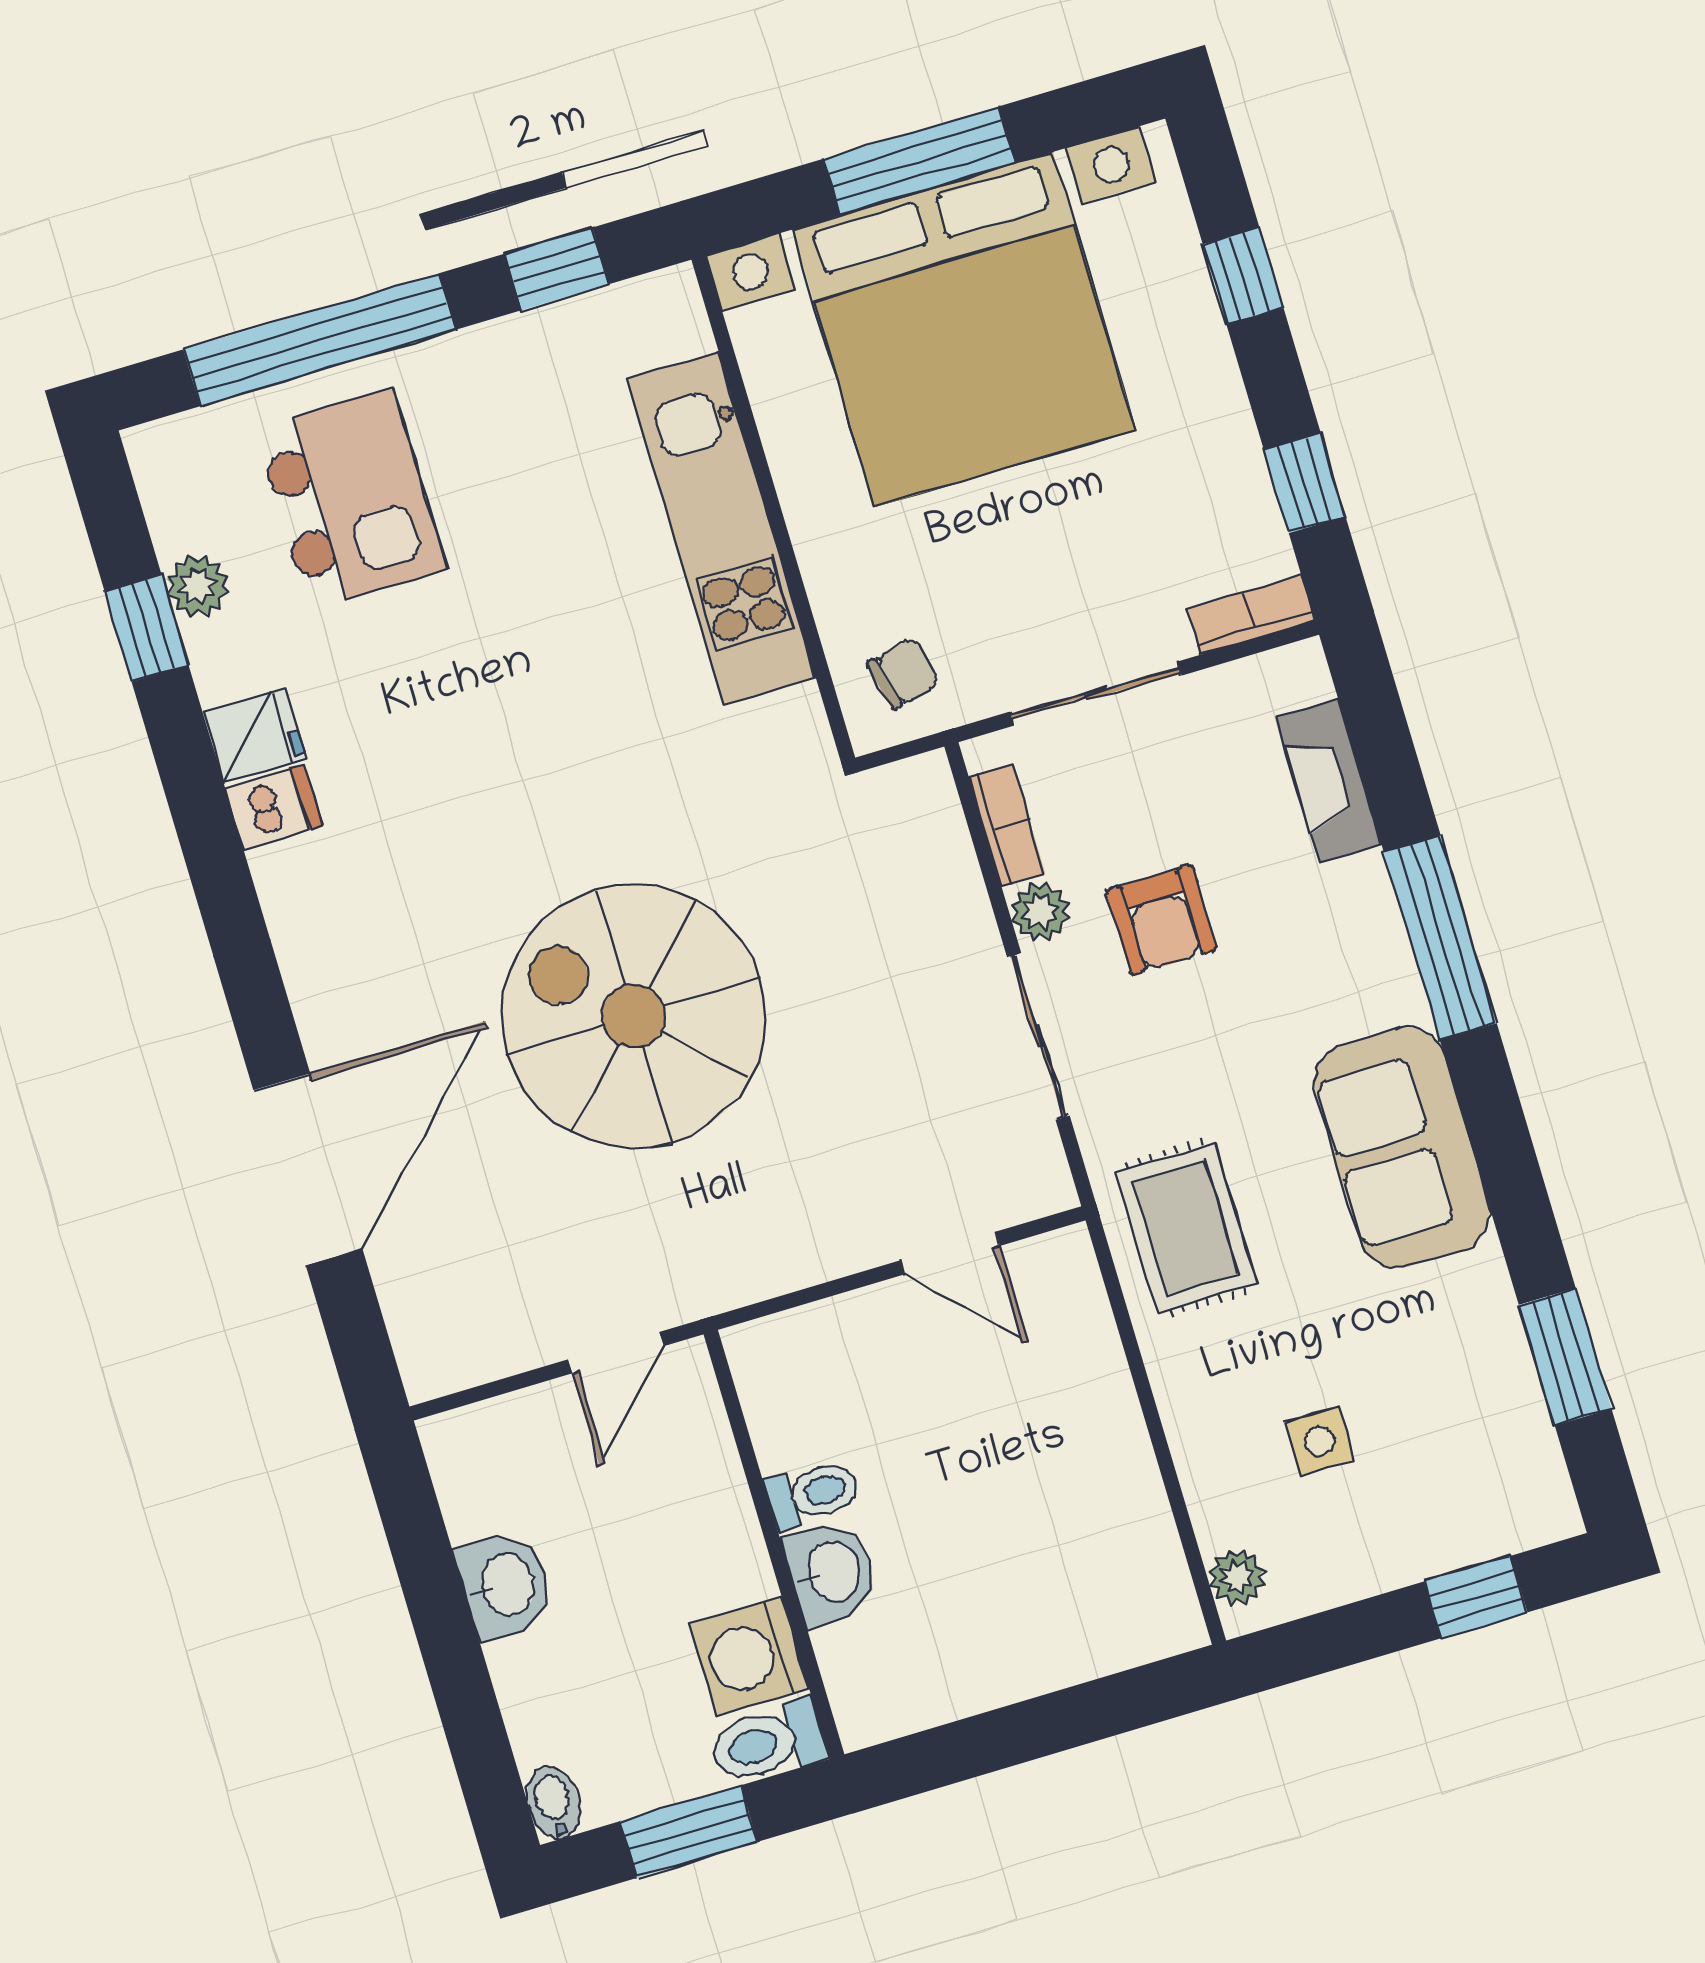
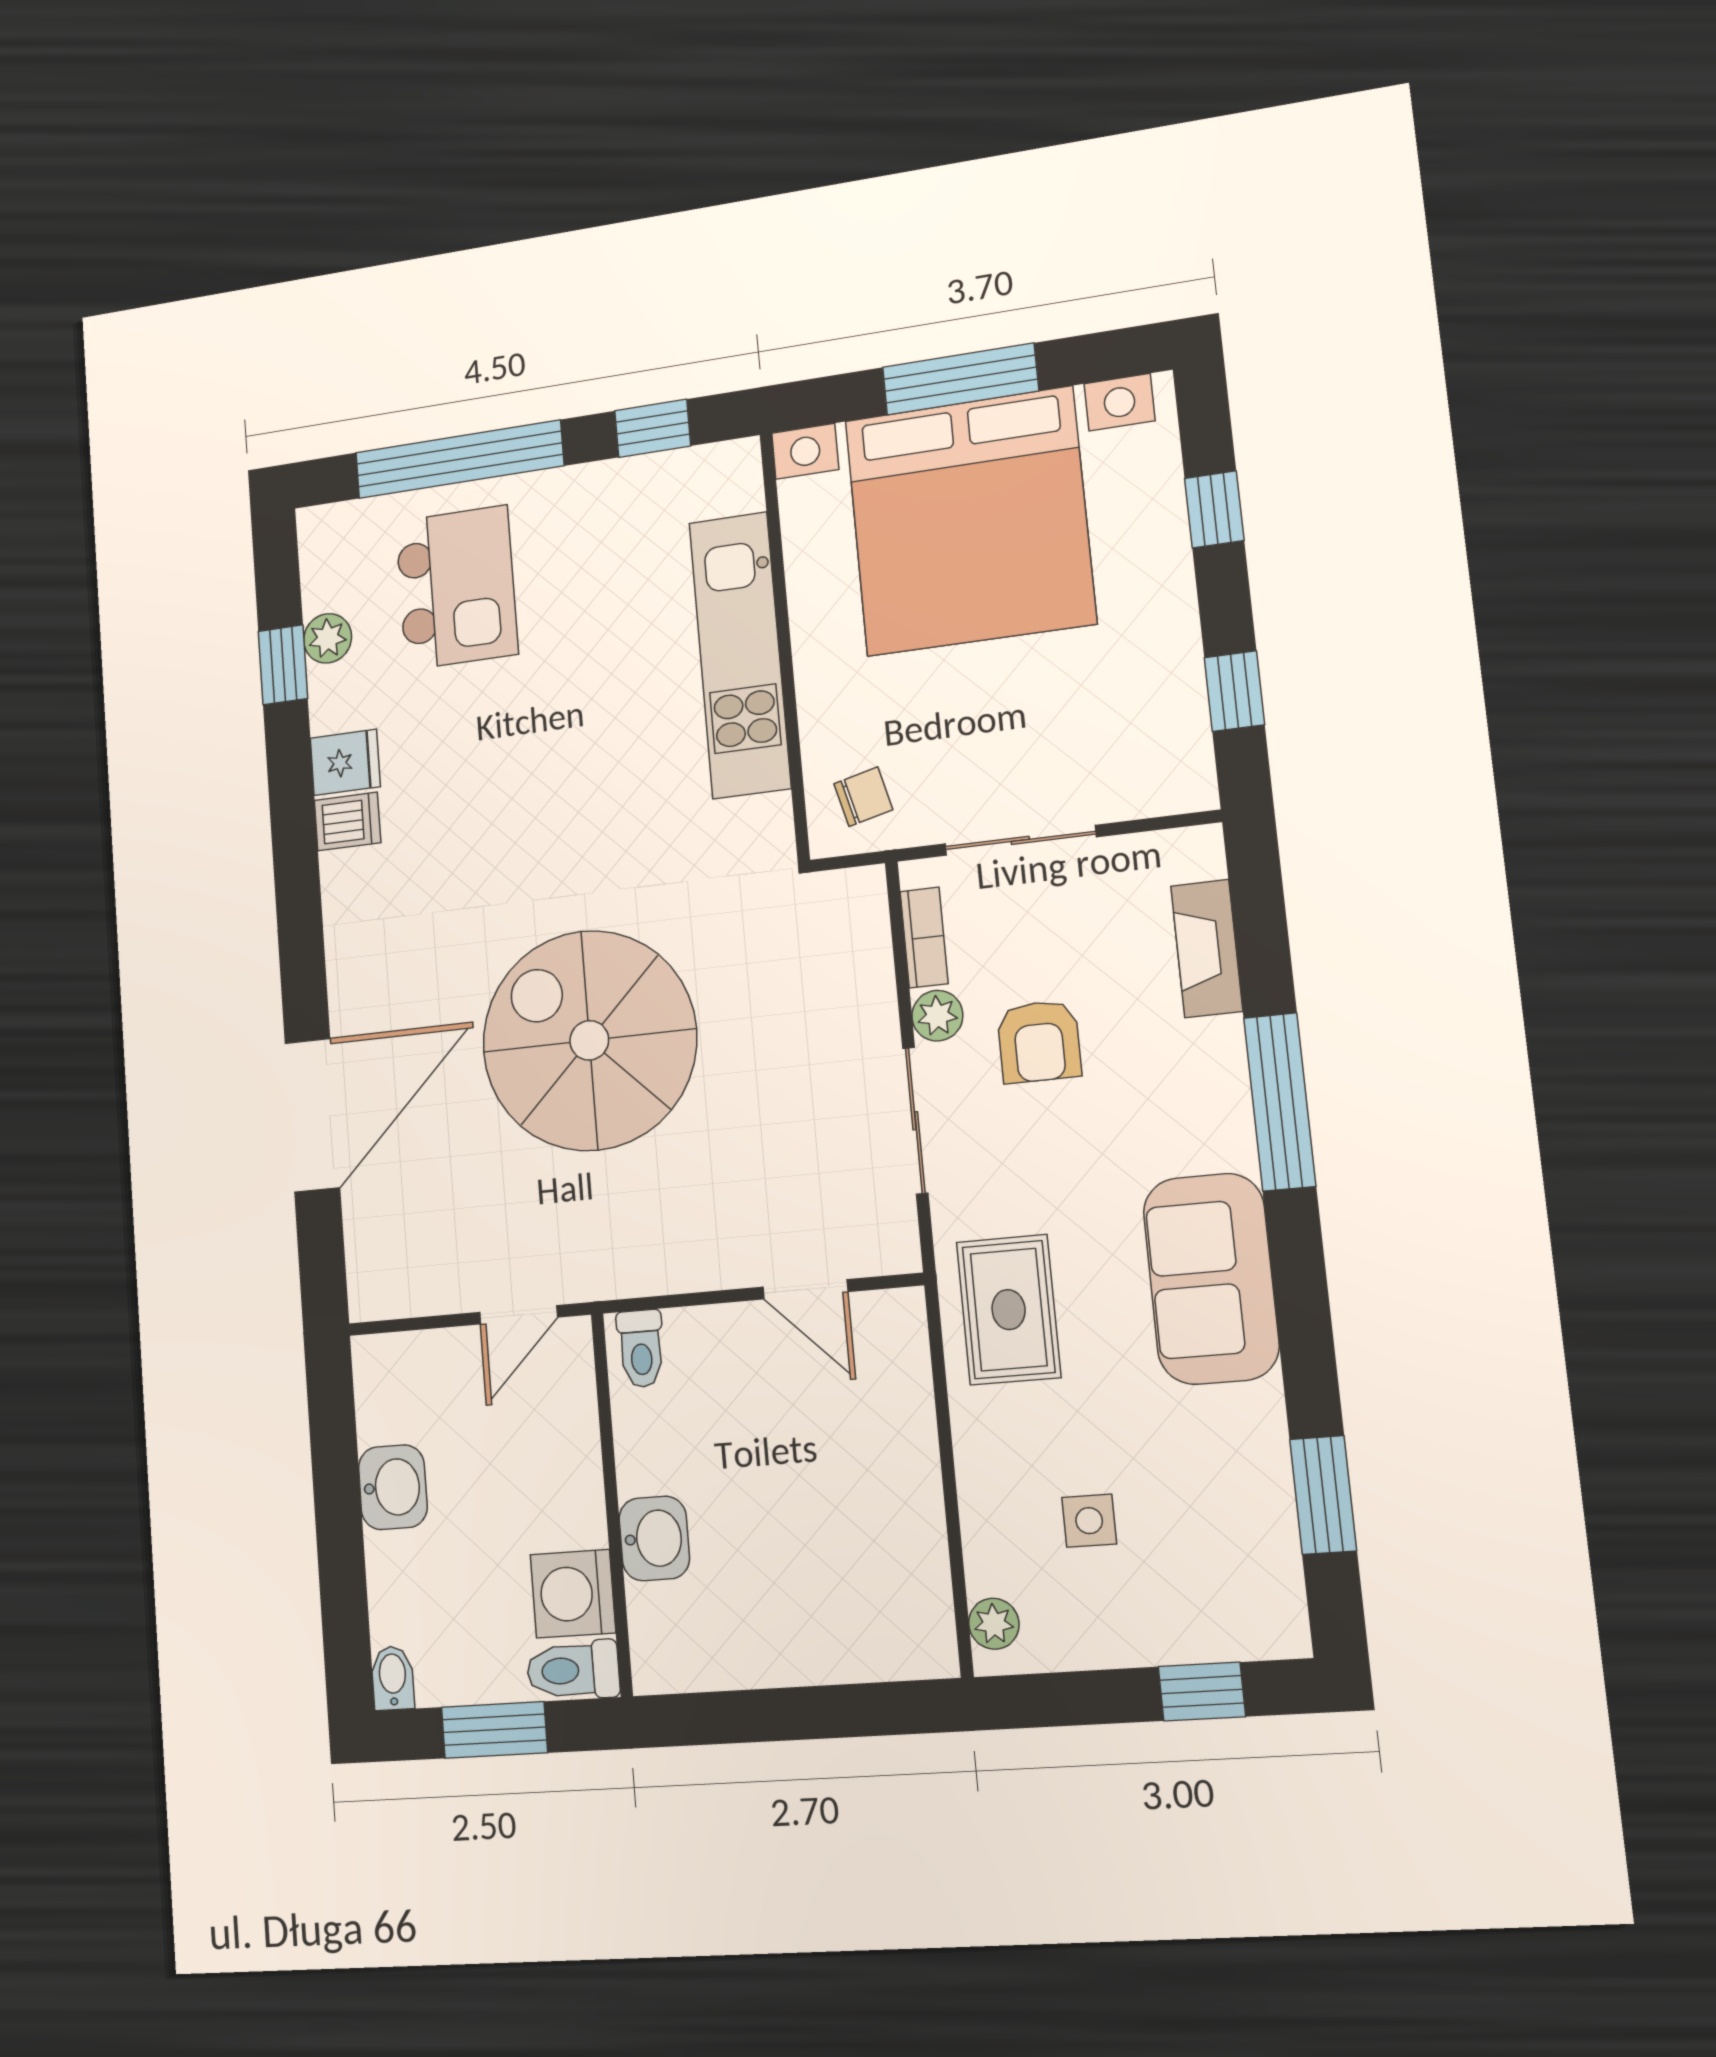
bookcase: (1251, 615) -> (1166, 796), removed
toilet: (813, 1493) -> (641, 1349), moved, turned 90

